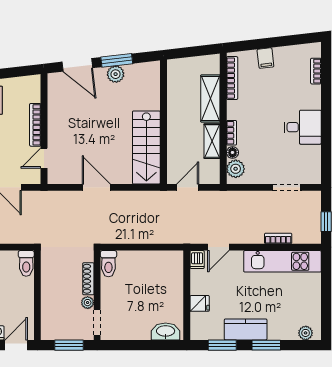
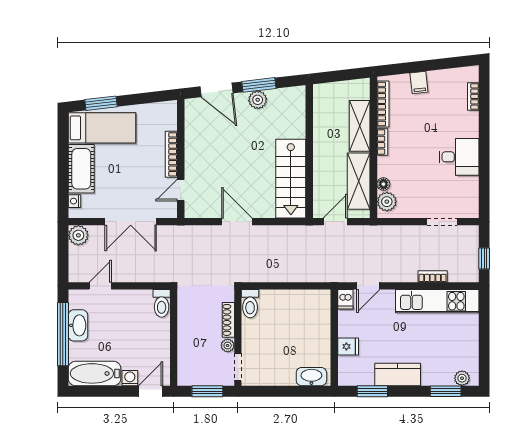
bookcase: (232, 133) -> (382, 142), moved
shelving: (212, 141) -> (359, 181), width x1.50, depth x1.33
window: (266, 345) -> (446, 391), moved

